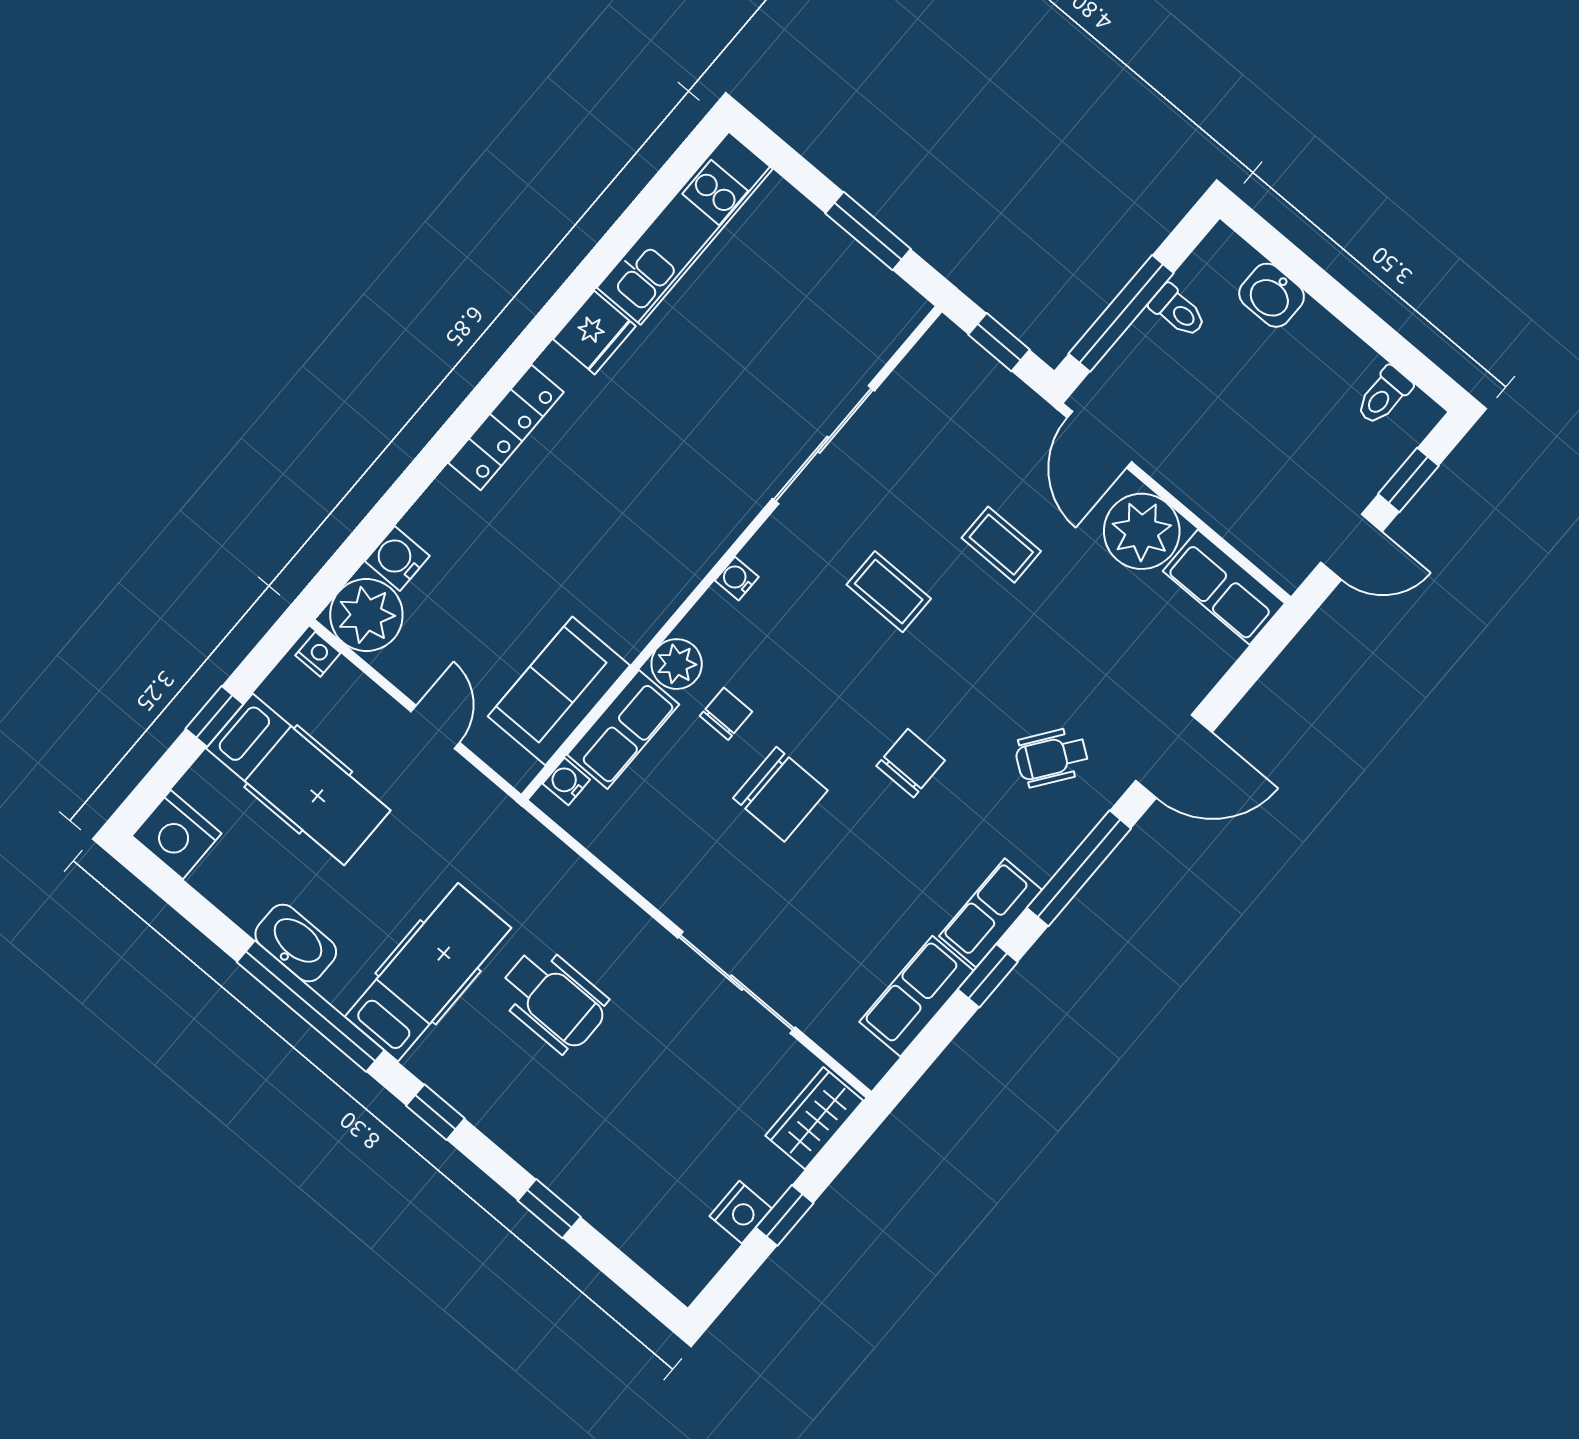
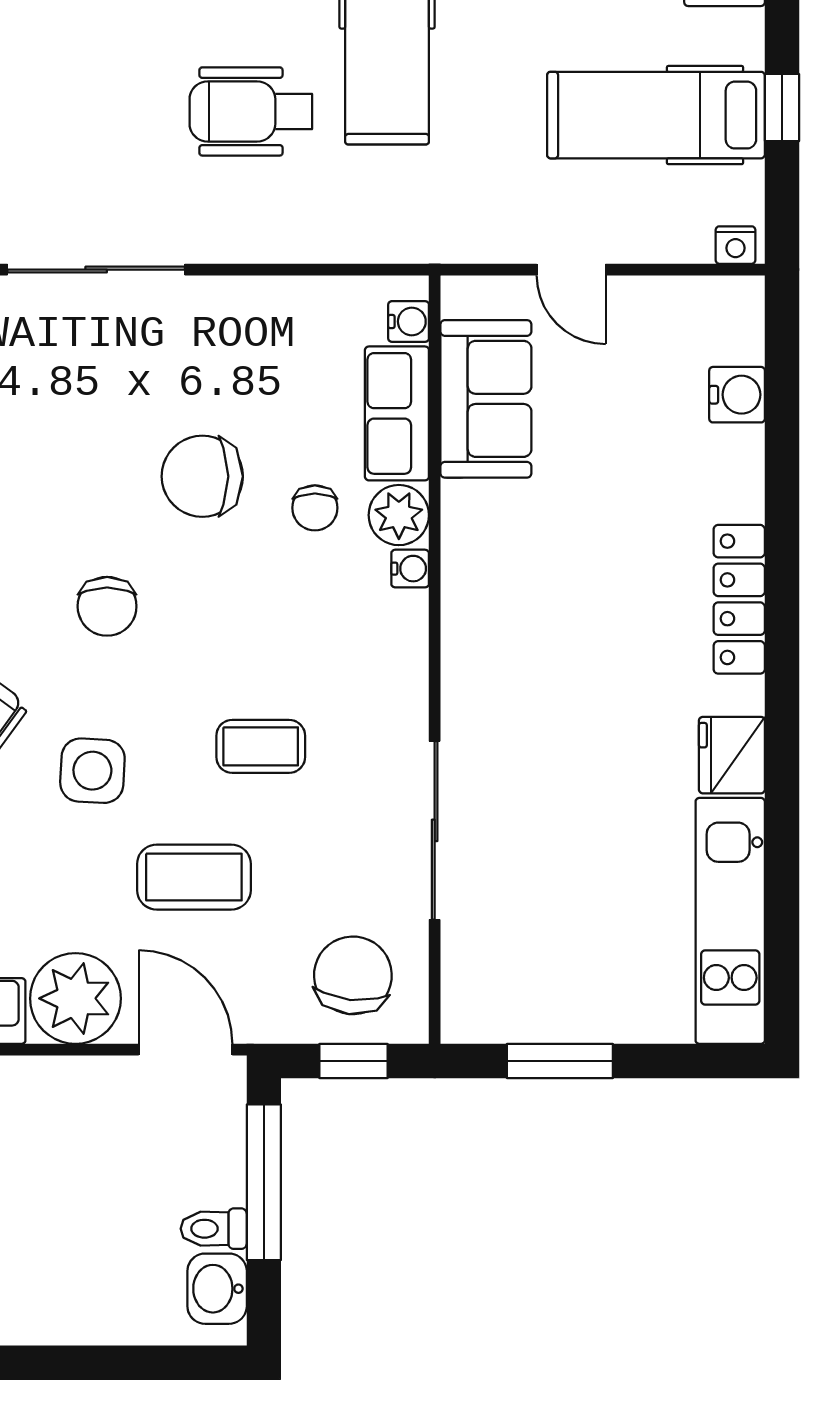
washbasin: (1272, 295) -> (217, 1289), moved, turned -90
chair: (953, 397) -> (353, 975), added
coffee table: (1001, 545) -> (194, 877), width x1.36, depth x1.30
water cooler: (737, 579) -> (410, 569), moved
plant: (366, 615) -> (721, 319), removed
side table: (1008, 667) -> (92, 771), added

